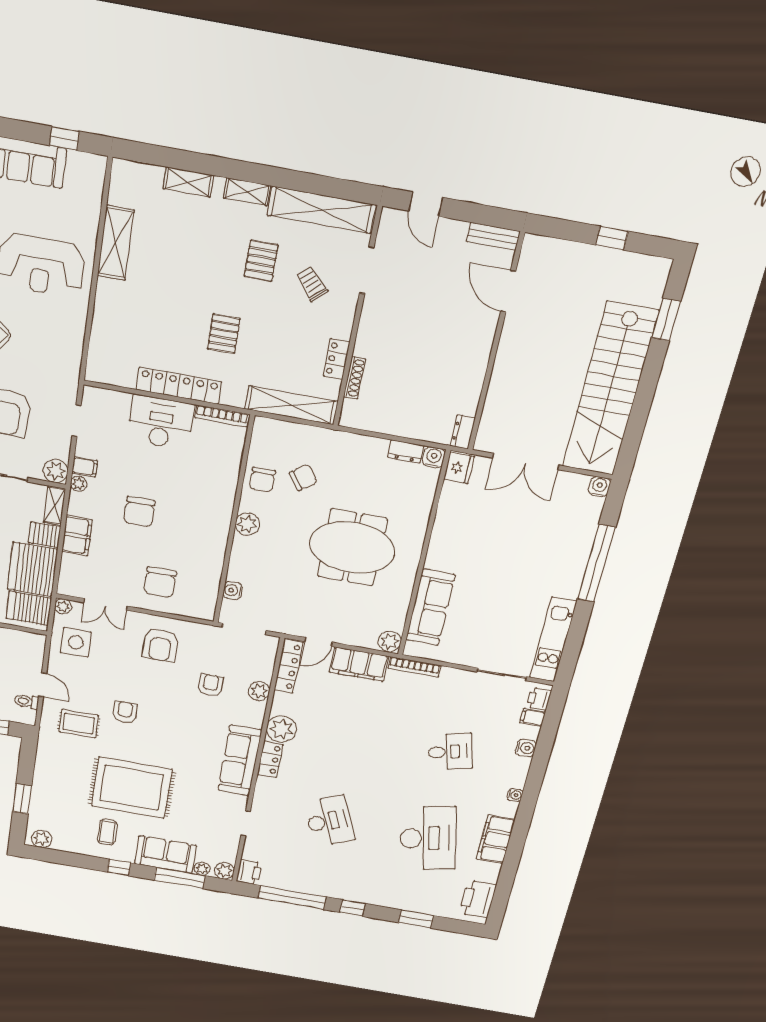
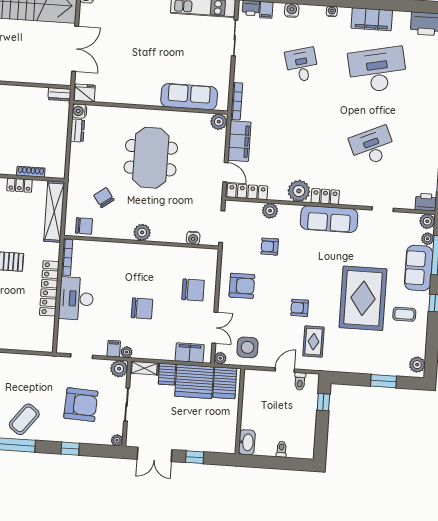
chair: (262, 480) -> (84, 226), moved
filing cabinet: (77, 536) -> (190, 353), moved

